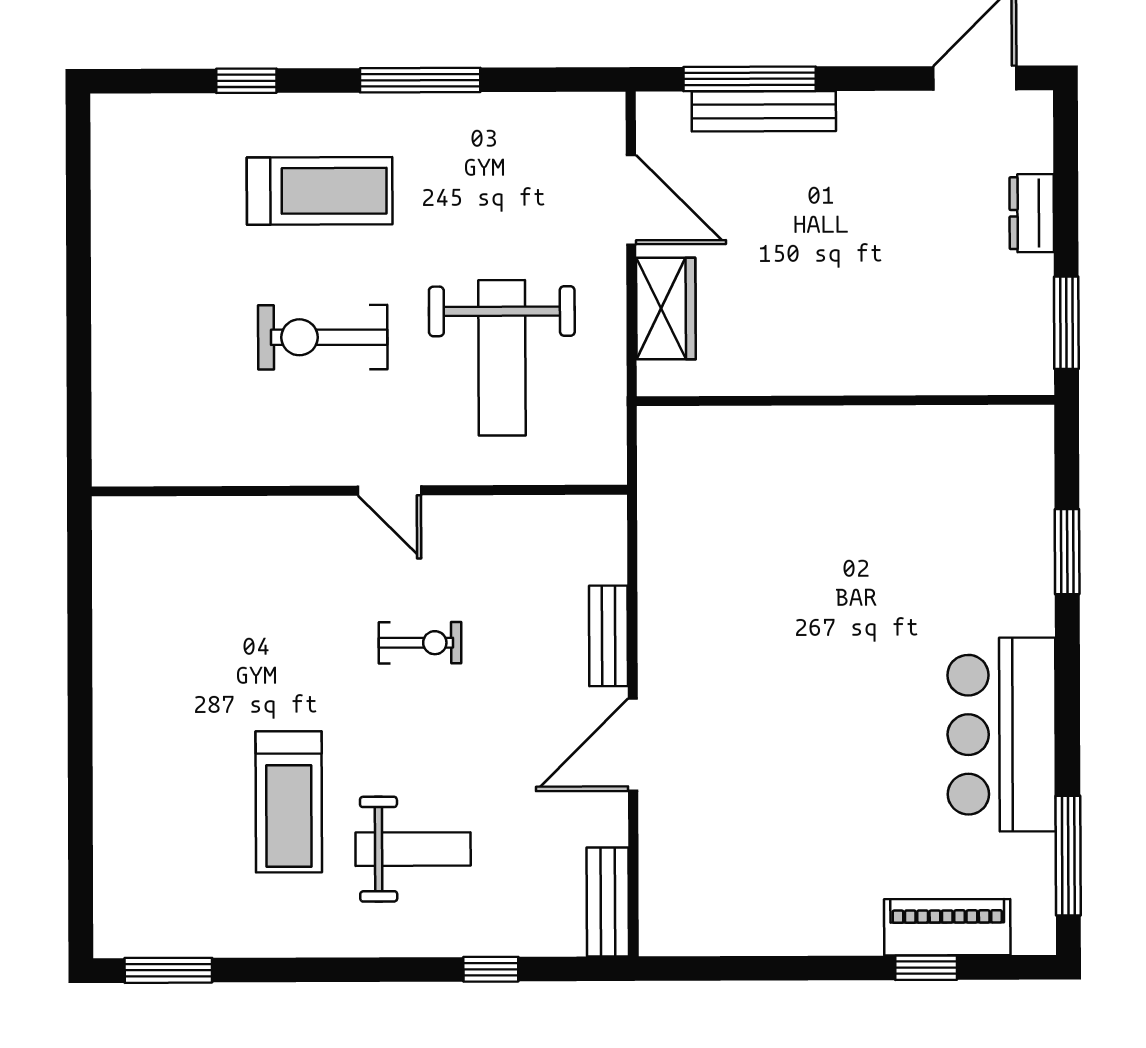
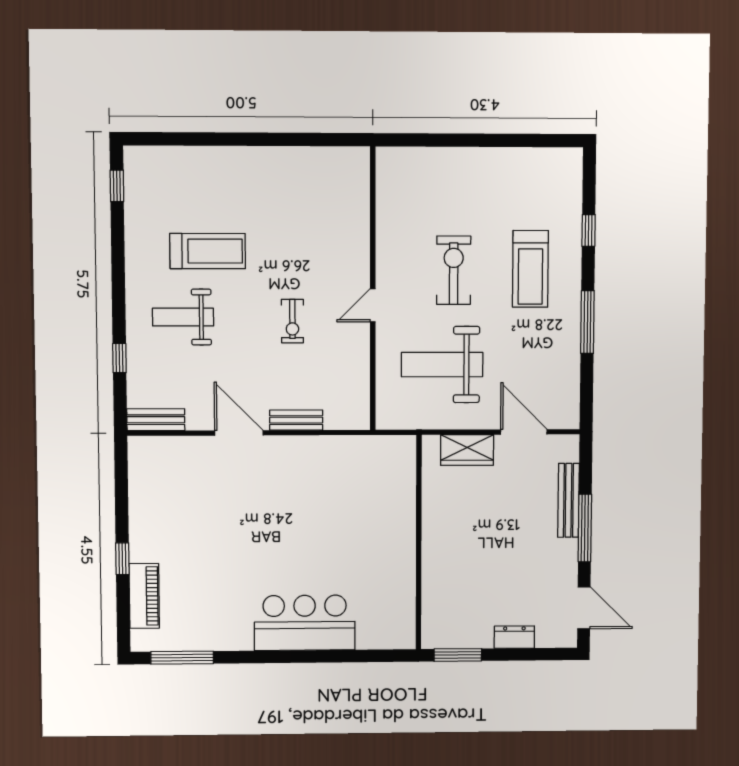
window: (750, 79) -> (585, 528), moved
door: (631, 200) -> (524, 432), swing flipped
window: (1067, 552) -> (340, 656), removed
bar counter: (1002, 735) -> (305, 623), moved
treadmill: (289, 802) -> (208, 251), turned 180
weight bench: (413, 849) -> (183, 317), turned 90
window: (926, 968) -> (122, 559), moved
window: (168, 970) -> (117, 186), width x0.67

